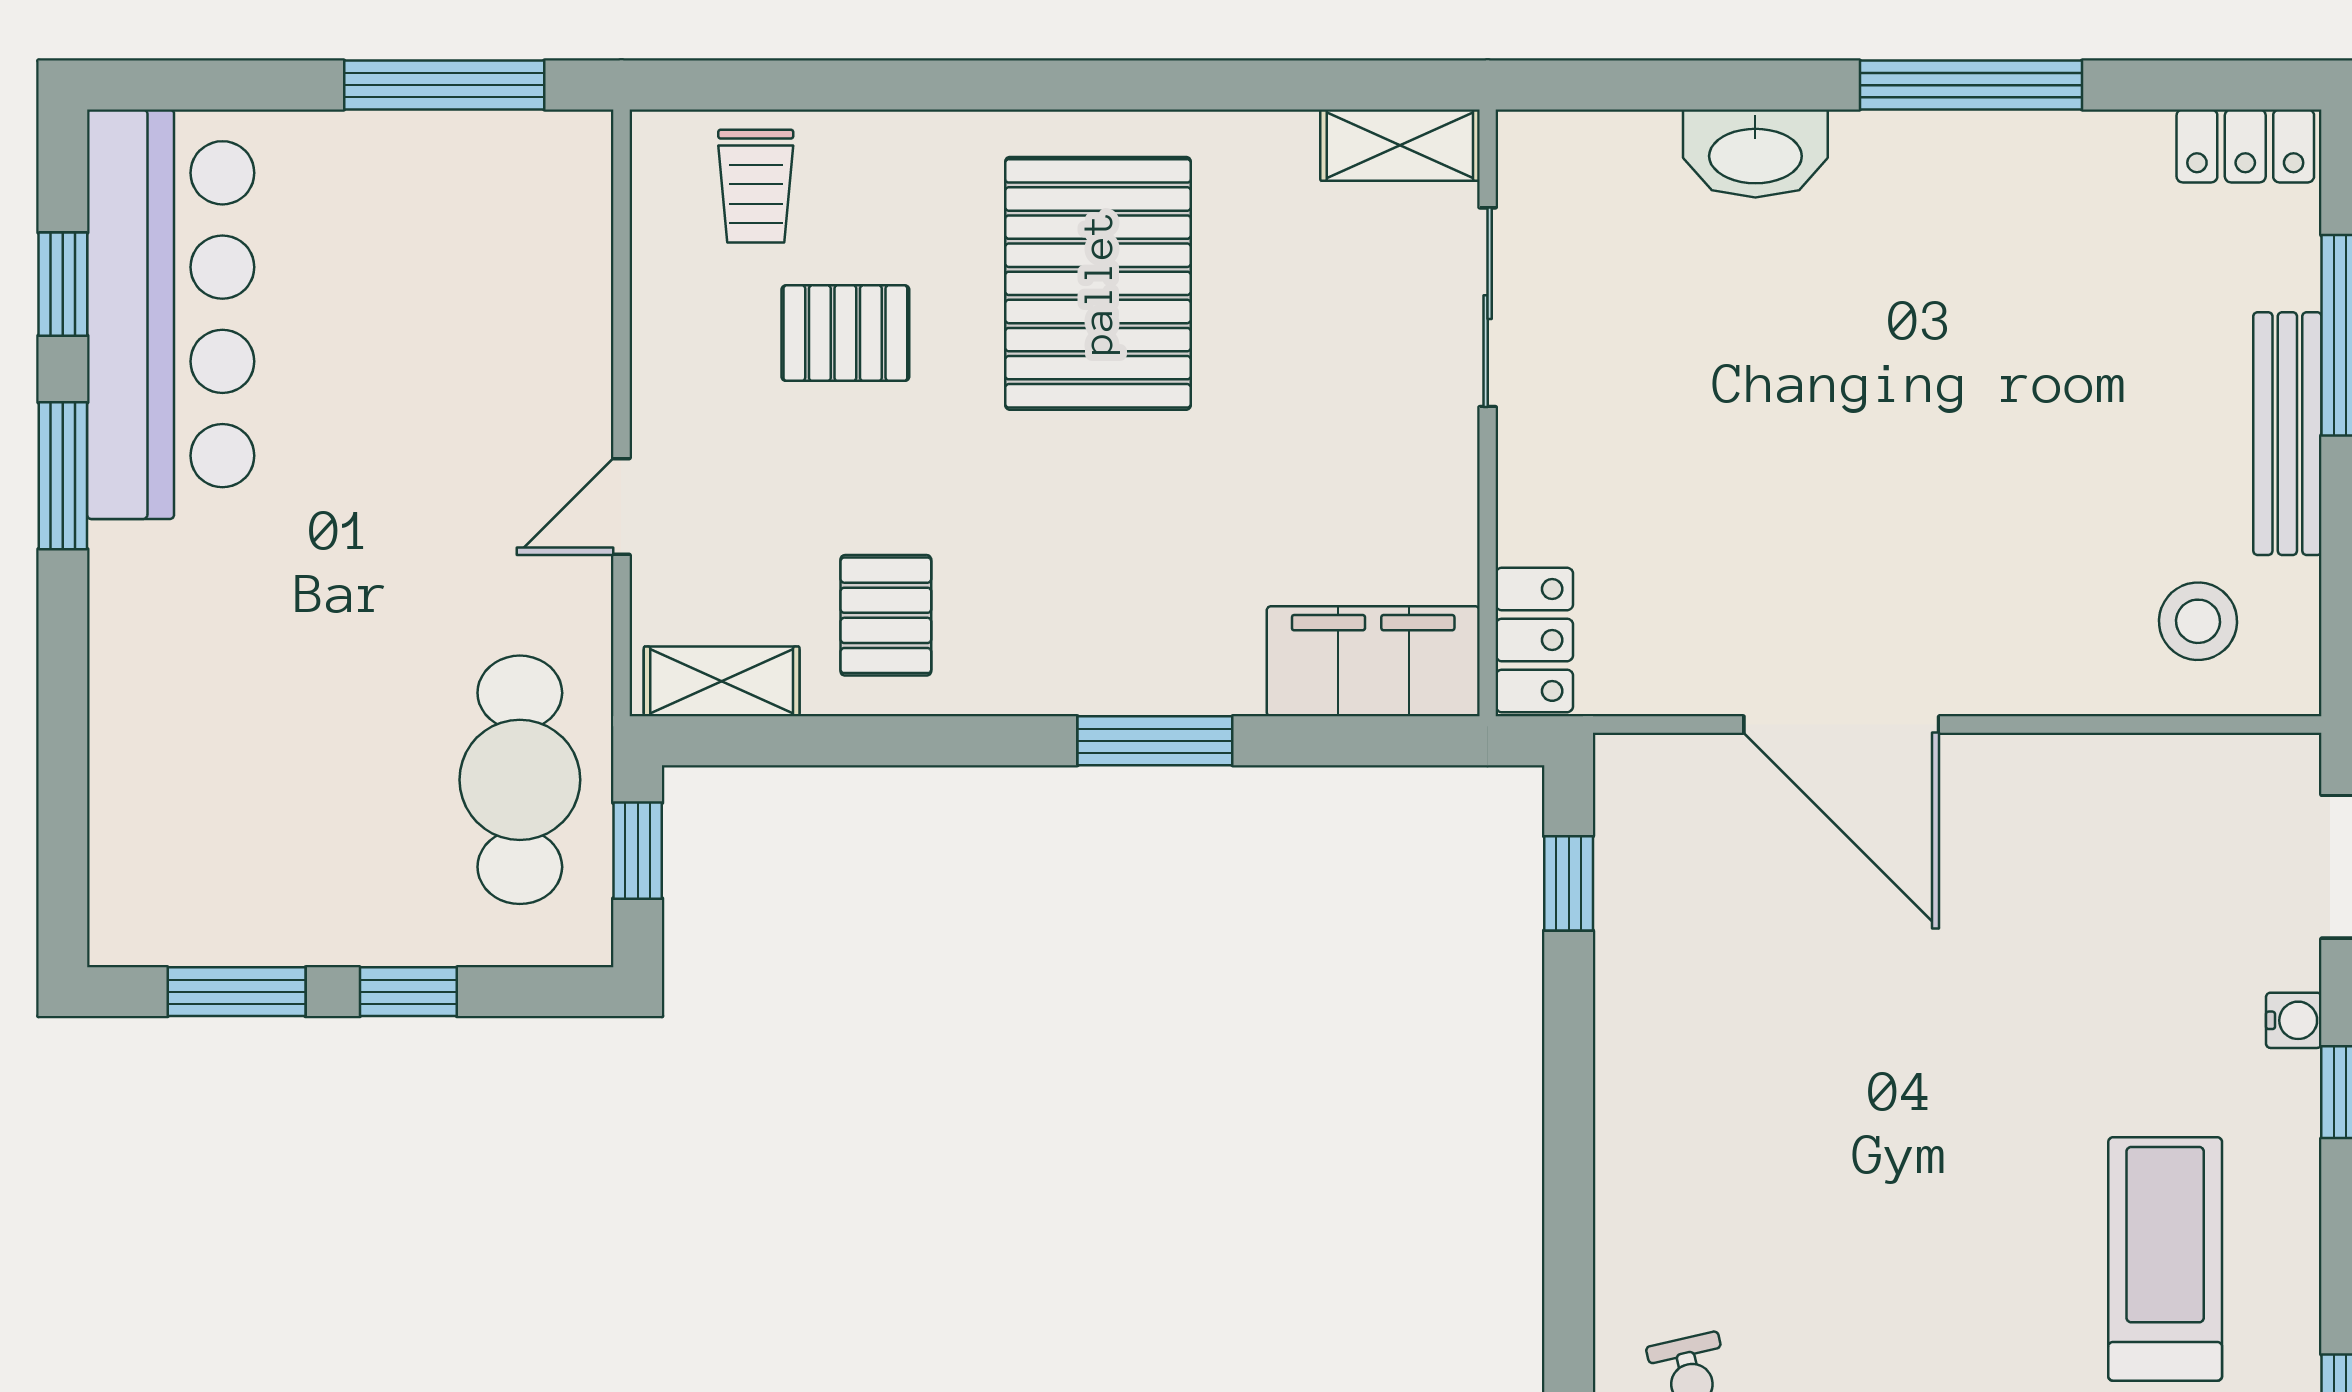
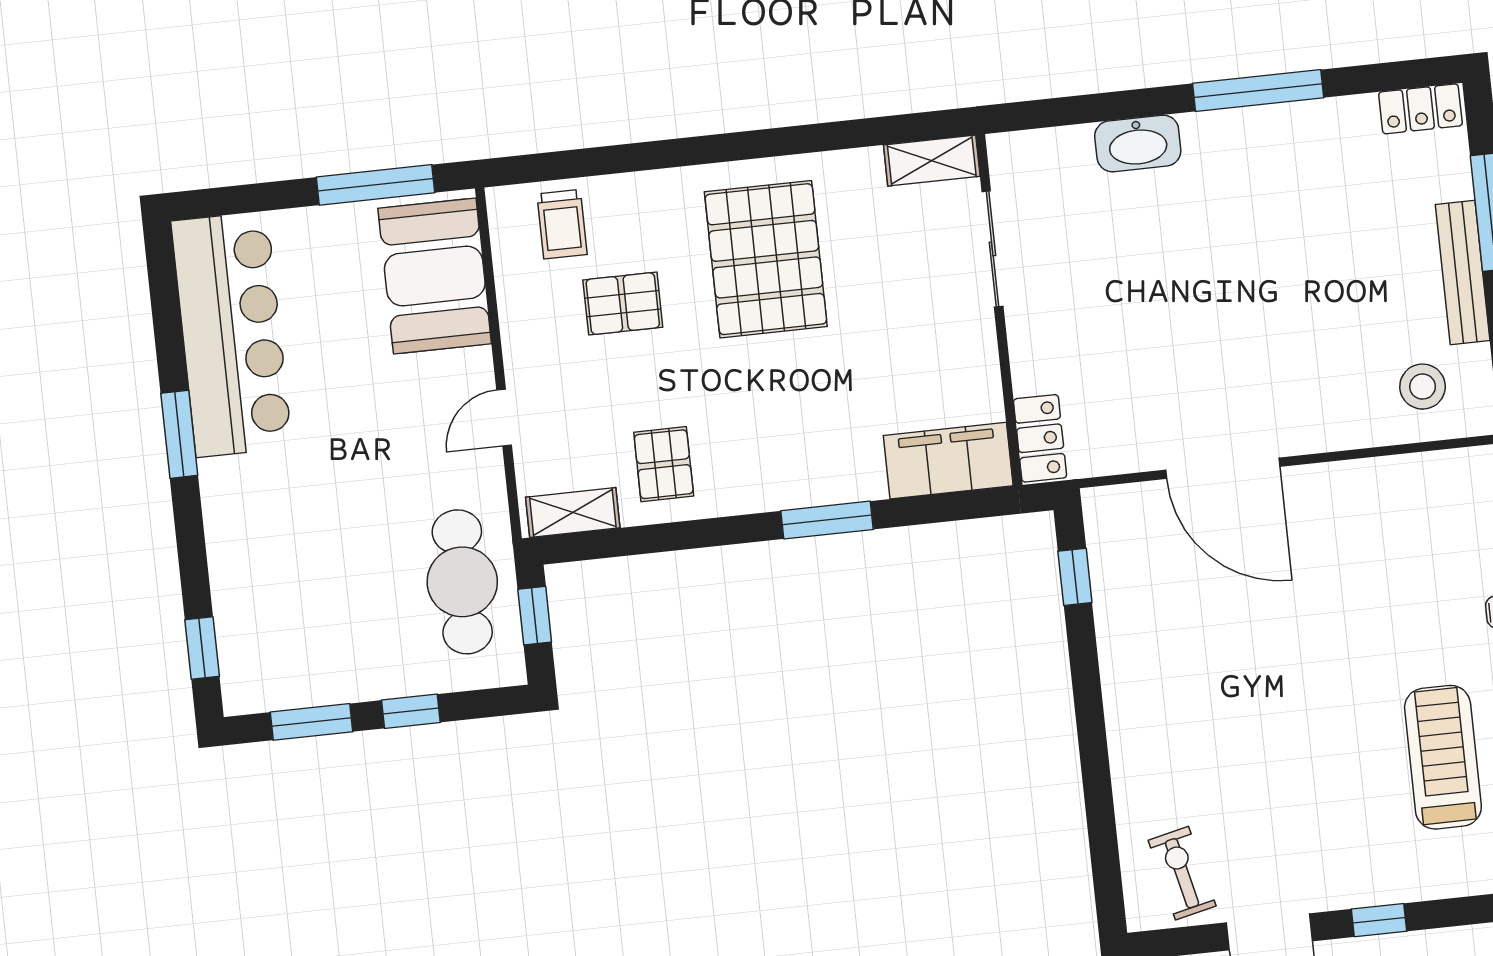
booth: (529, 252) -> (435, 276), added
window: (63, 284) -> (202, 648), moved

